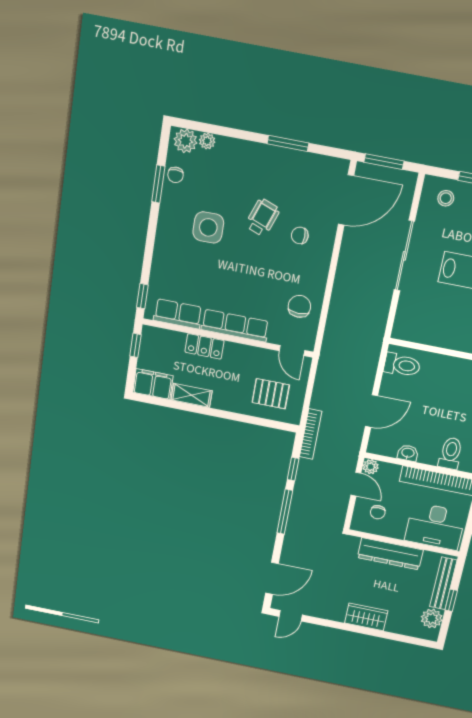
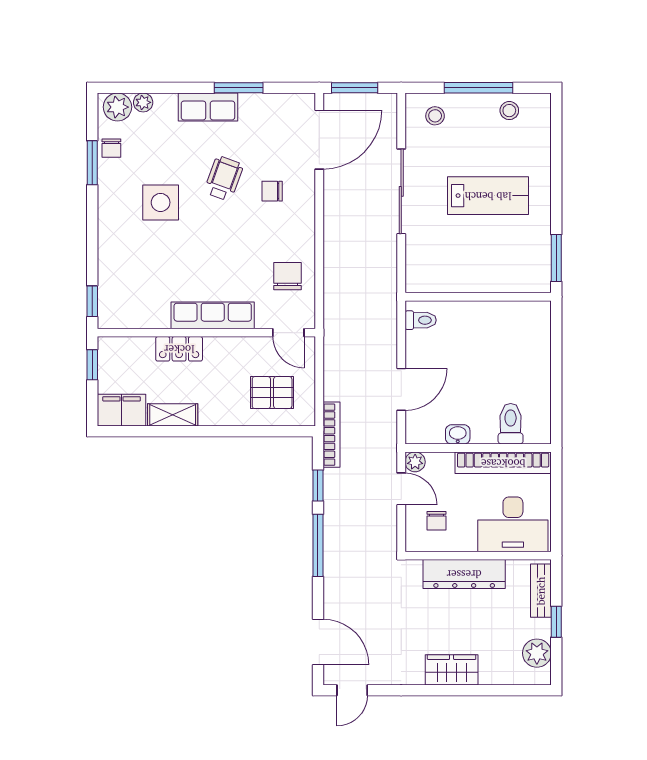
row of seats: (178, 314) -> (208, 107), moved, turned 180
toilet: (402, 365) -> (421, 320), width x0.73, depth x0.72
door: (272, 578) -> (318, 642), hinge flipped
bench: (443, 583) -> (541, 591), width x0.73

